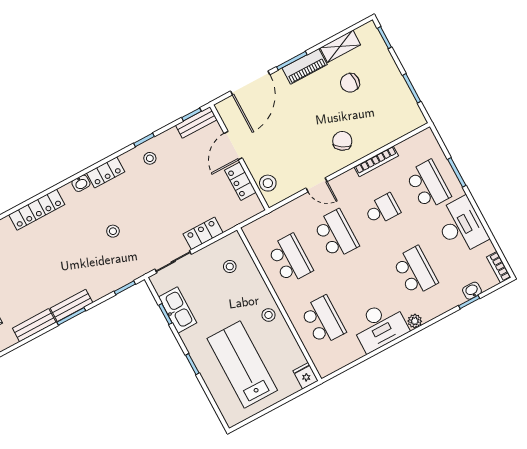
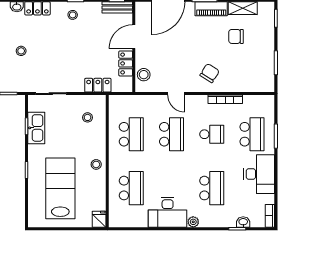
locker: (203, 233) -> (98, 85), moved

